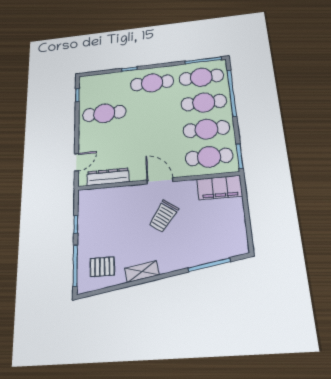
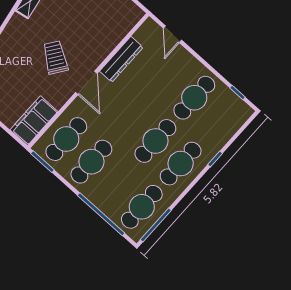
cafe table: (204, 103) -> (155, 141), moved
dresser: (108, 177) -> (121, 59), moved
door: (160, 181) -> (86, 83), hinge flipped

